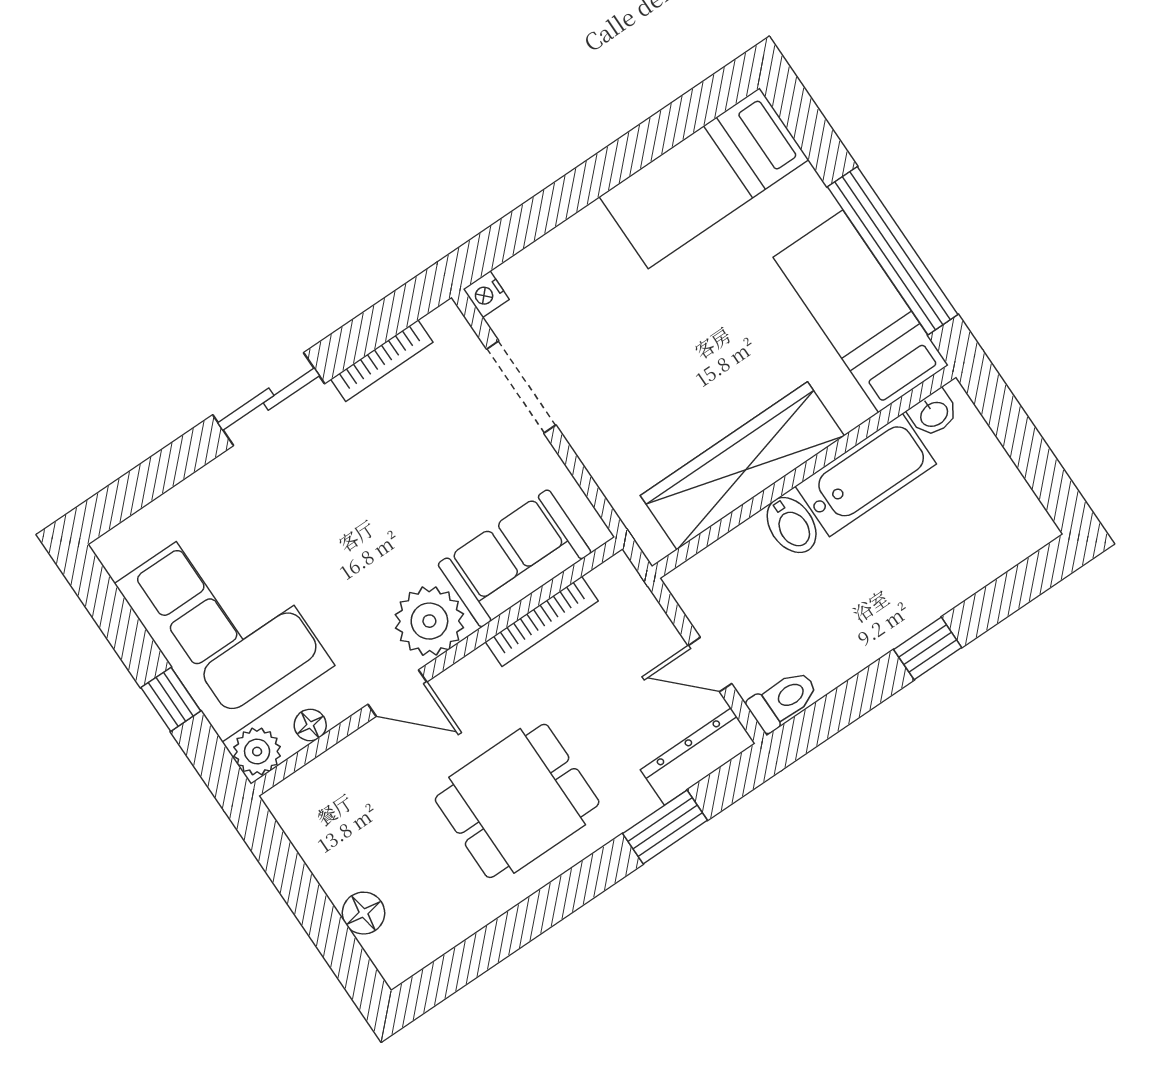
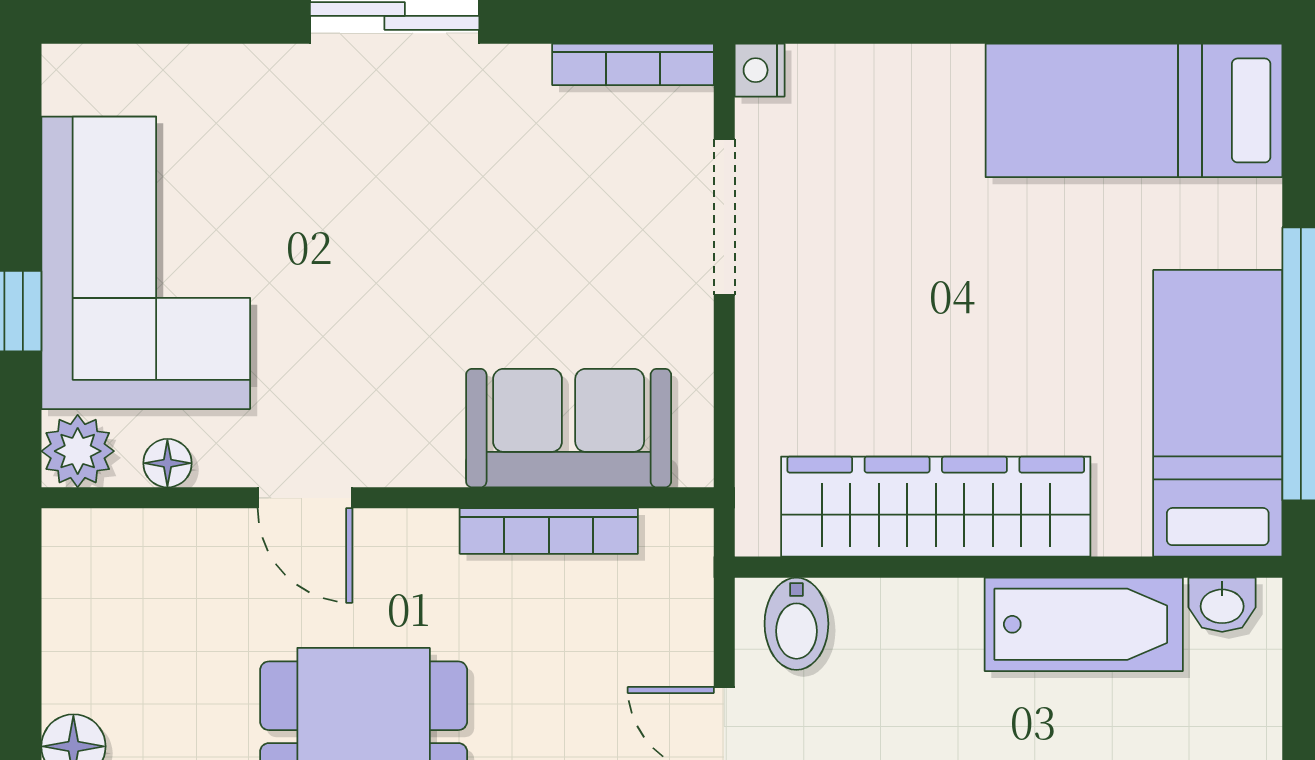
bookcase: (382, 361) -> (633, 64), moved
bidet: (792, 525) -> (796, 624), moved
plant: (429, 621) -> (407, 434), removed

